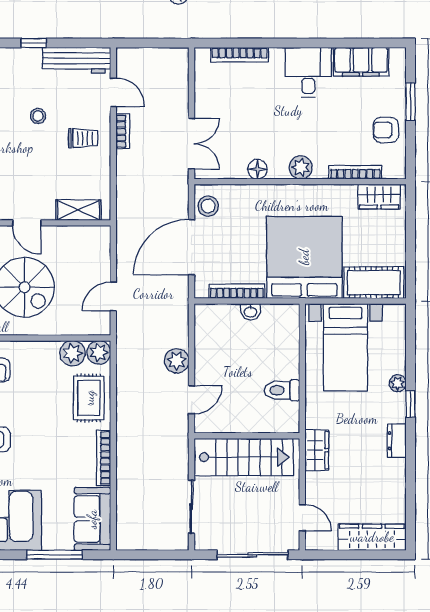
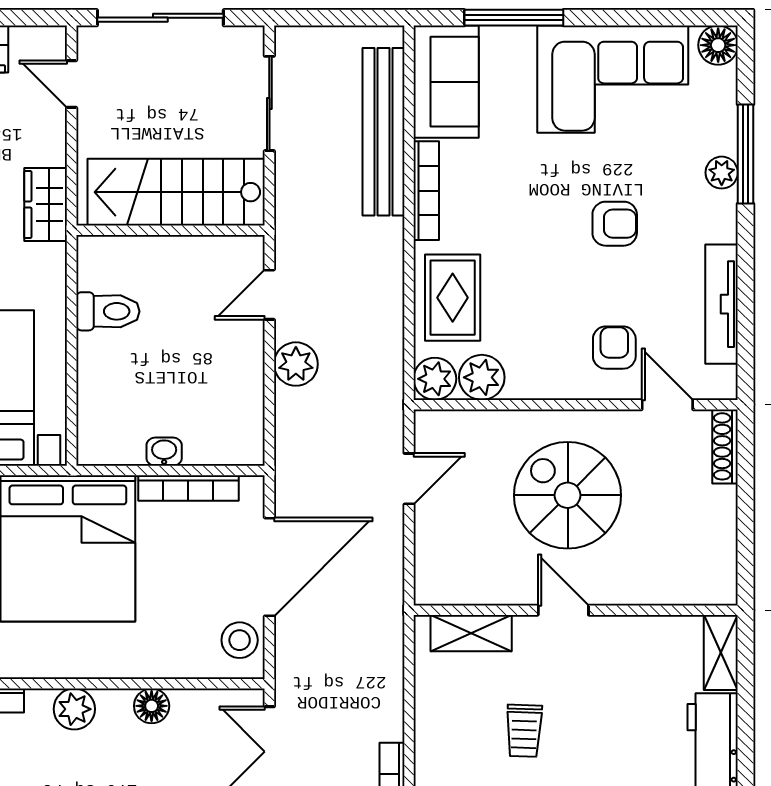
trolley: (83, 138) -> (524, 731), moved, turned -88
bench: (128, 491) -> (383, 132), added

